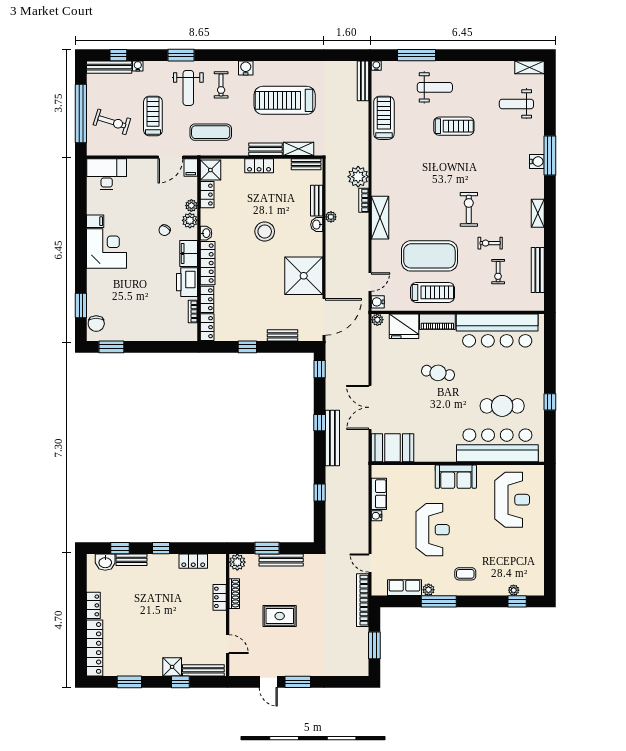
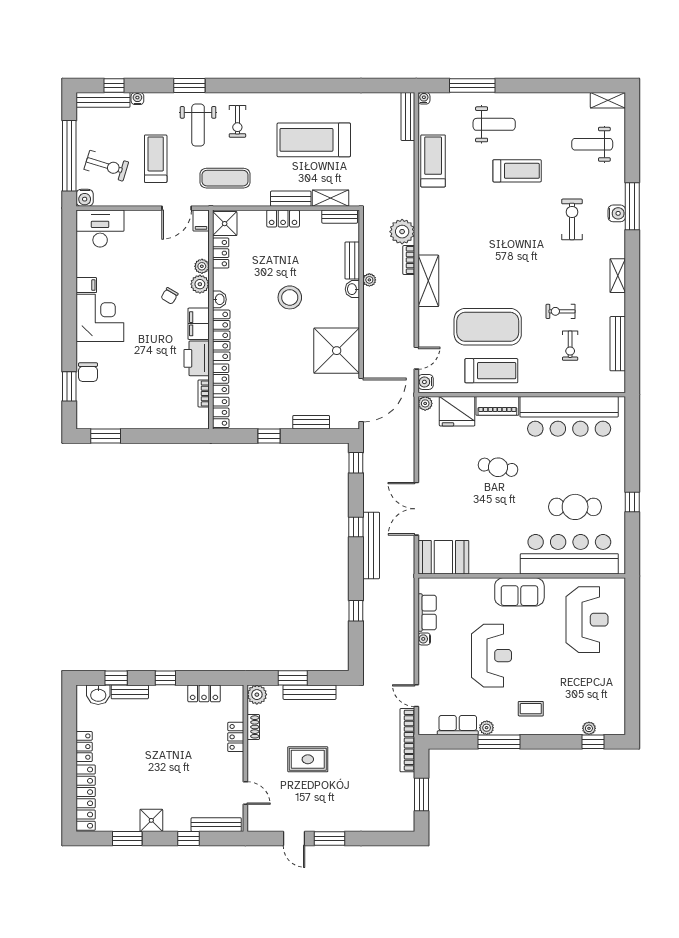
water cooler: (246, 68) -> (85, 198), moved, turned 180
exercise bike: (469, 209) -> (572, 219), moved
chair: (96, 324) -> (88, 372), moved
shoe rack: (234, 594) -> (253, 727), width x0.70
shower: (172, 667) -> (151, 820), moved

